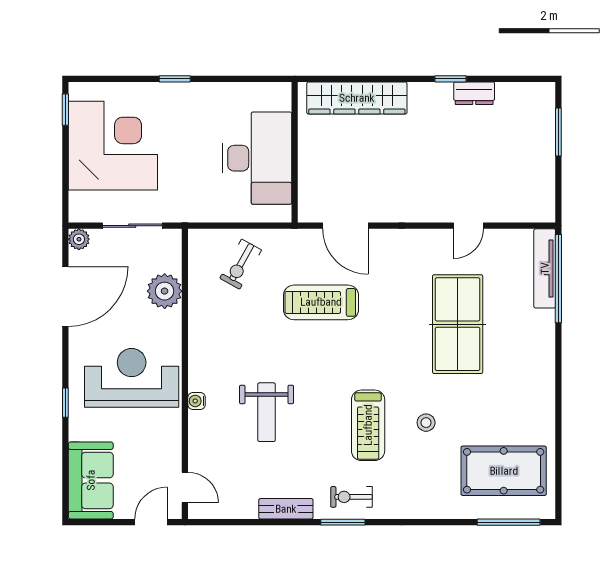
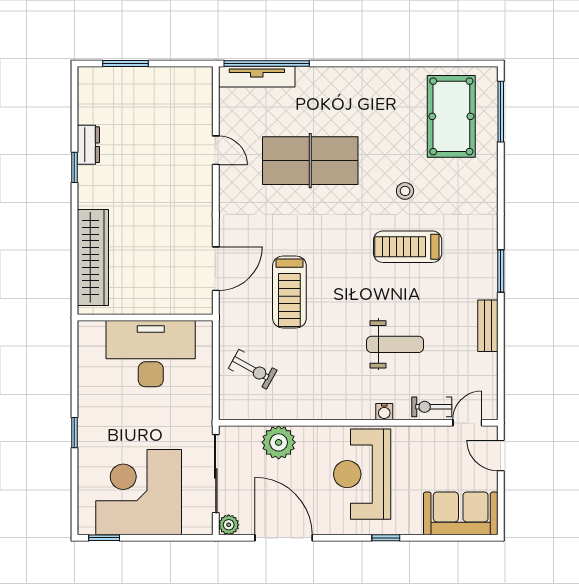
sliding door: (132, 226) -> (216, 474), width x1.37
treadmill: (368, 425) -> (408, 247), turned 180
exercise bike: (351, 497) -> (432, 407), moved, turned 90

